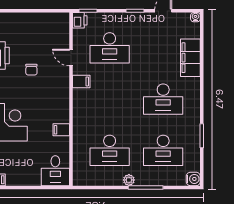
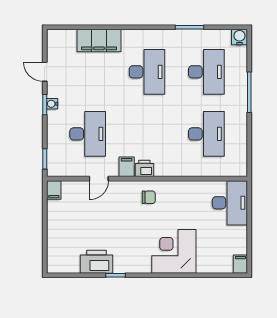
water cooler: (195, 17) -> (52, 104), moved
printer: (80, 20) -> (144, 168), moved
chair: (31, 70) -> (149, 197), moved
filing cabinet: (61, 130) -> (54, 190), moved
desk: (55, 171) -> (230, 203), width x1.37
plant: (129, 180) -> (241, 112), removed

